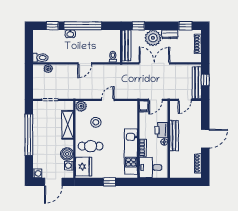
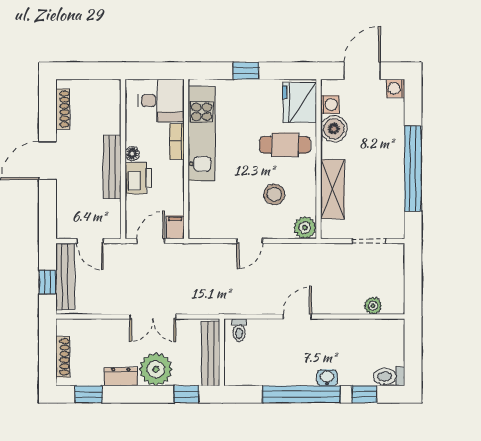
toilet: (40, 58) -> (389, 376), moved
double door: (154, 63) -> (153, 317), width x0.73
door: (185, 100) -> (90, 241), swing flipped

